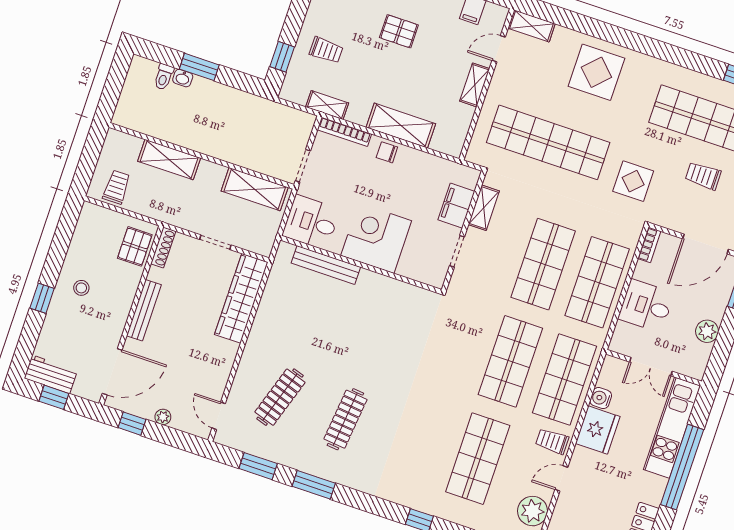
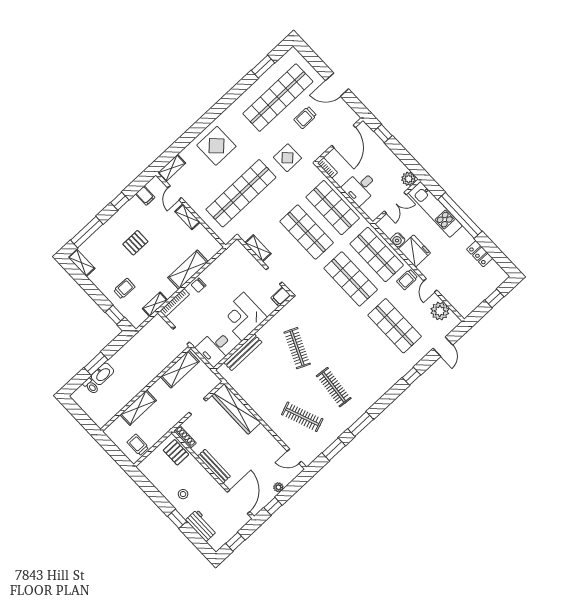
washbasin: (183, 78) -> (102, 374), width x1.91, depth x1.45
filing cabinet: (456, 206) -> (281, 297), moved, width x0.50
plant: (707, 331) -> (409, 179), moved
clothes rail: (373, 338) -> (297, 348), added
workbench: (51, 374) -> (201, 526), moved, turned 90
clothes rail: (280, 397) -> (302, 417), turned -39

